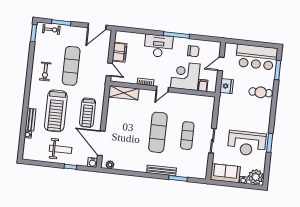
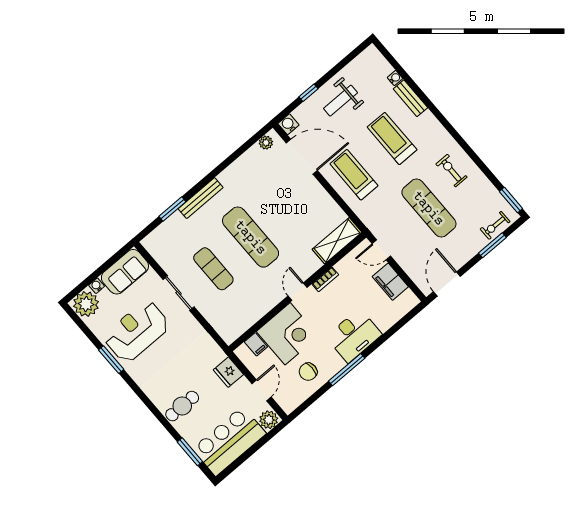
plant: (231, 49) -> (269, 420), added
treadmill: (56, 111) -> (392, 138), width x0.73, depth x0.73

